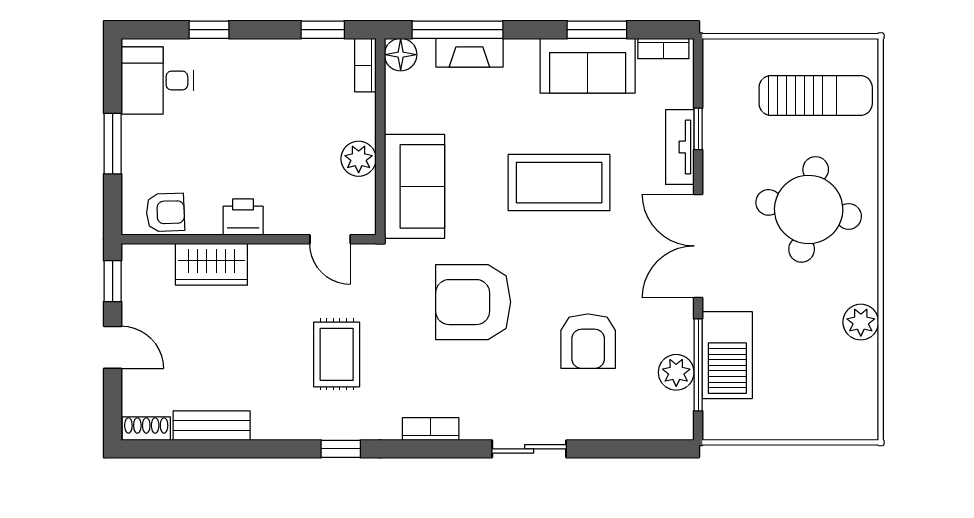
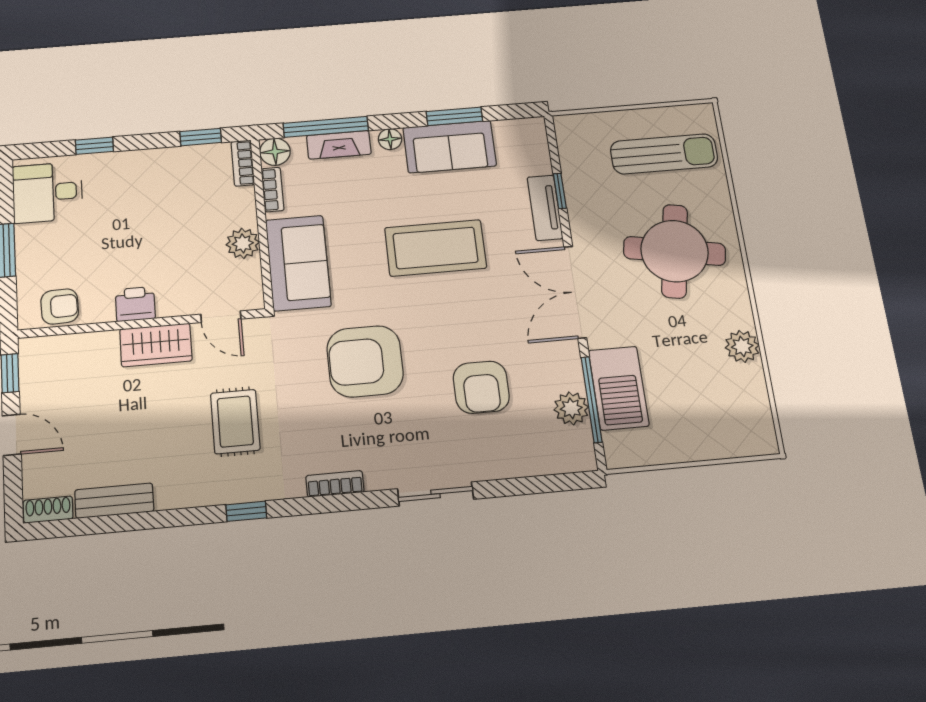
bookcase: (663, 49) -> (273, 190), moved, turned -90
floor lamp: (525, 51) -> (390, 139), added
wardrobe: (211, 264) -> (156, 345), moved

